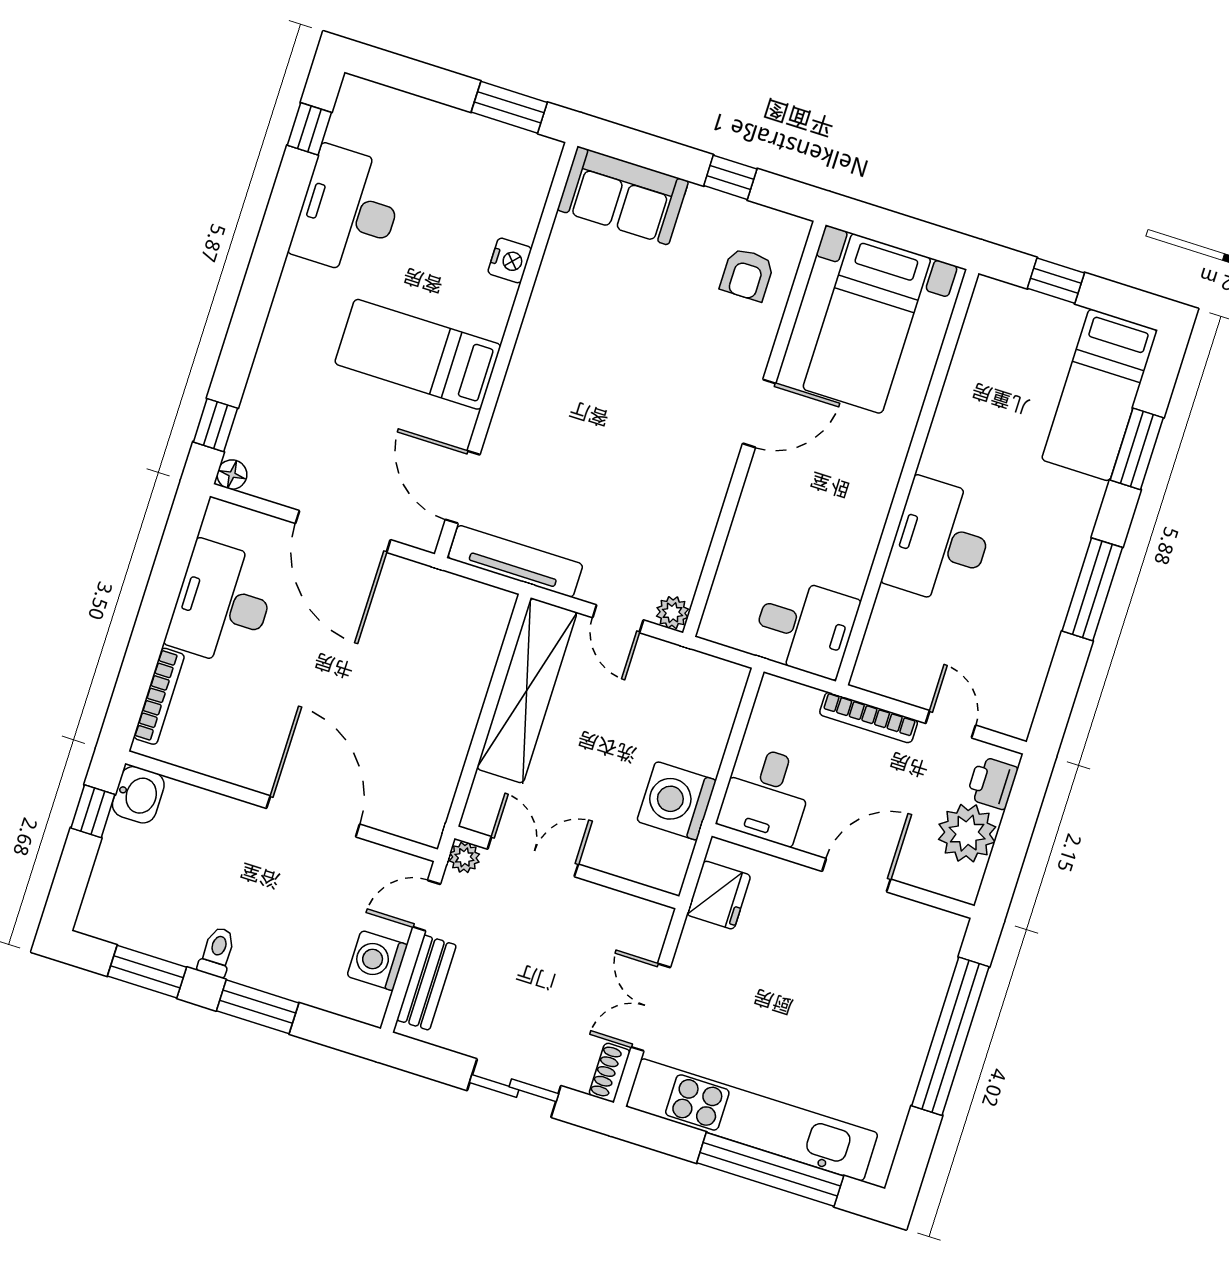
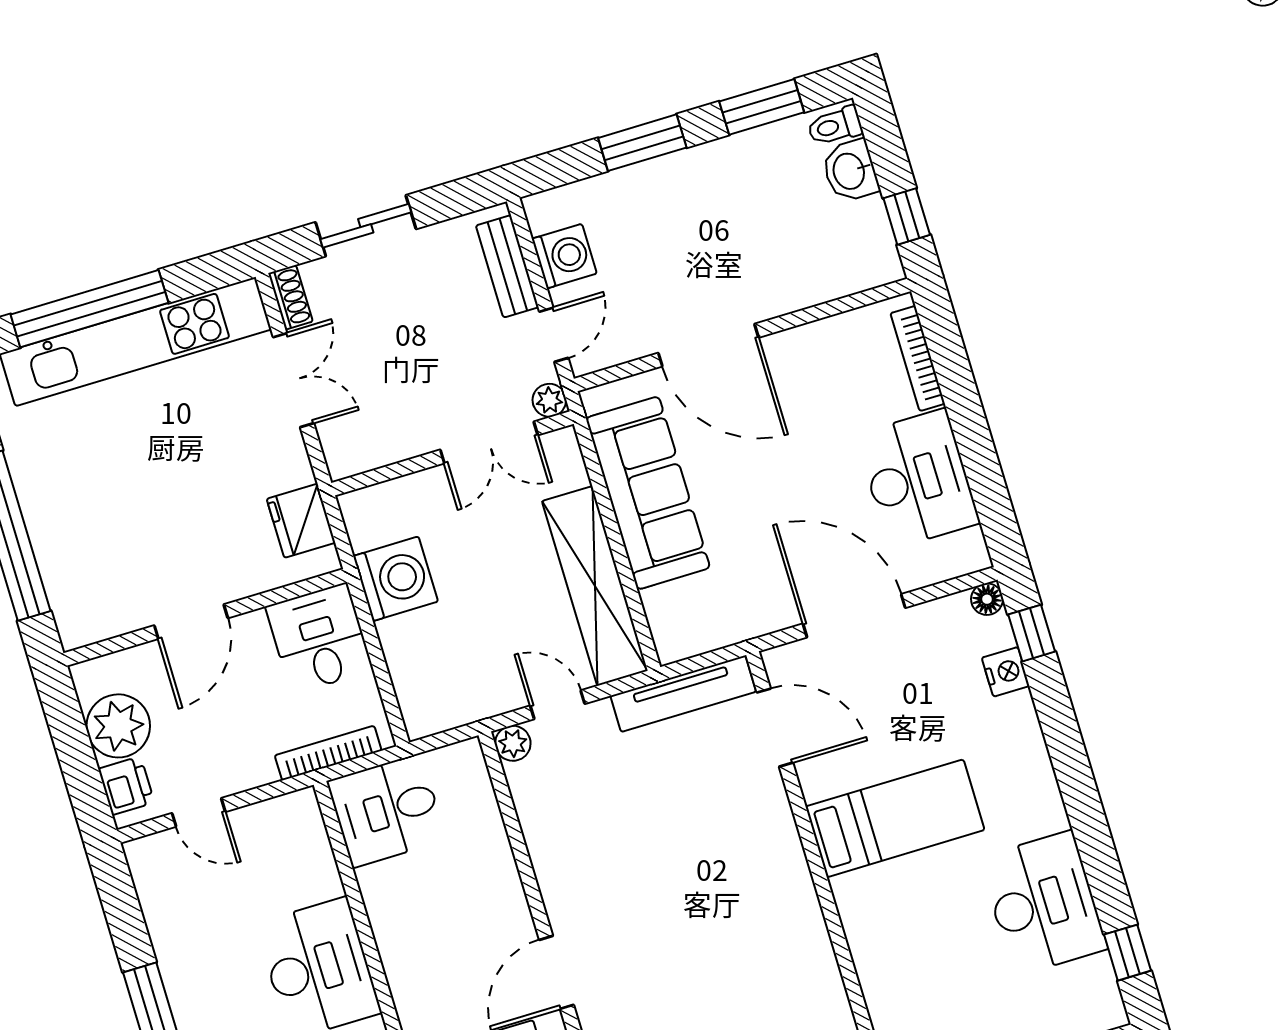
nightstand: (510, 260) -> (1006, 672), moved, turned 180
bookcase: (869, 718) -> (328, 753), moved
sofa: (437, 734) -> (648, 493), added
washbasin: (138, 795) -> (850, 171), moved
toilet: (217, 952) -> (835, 126), moved, turned 90

